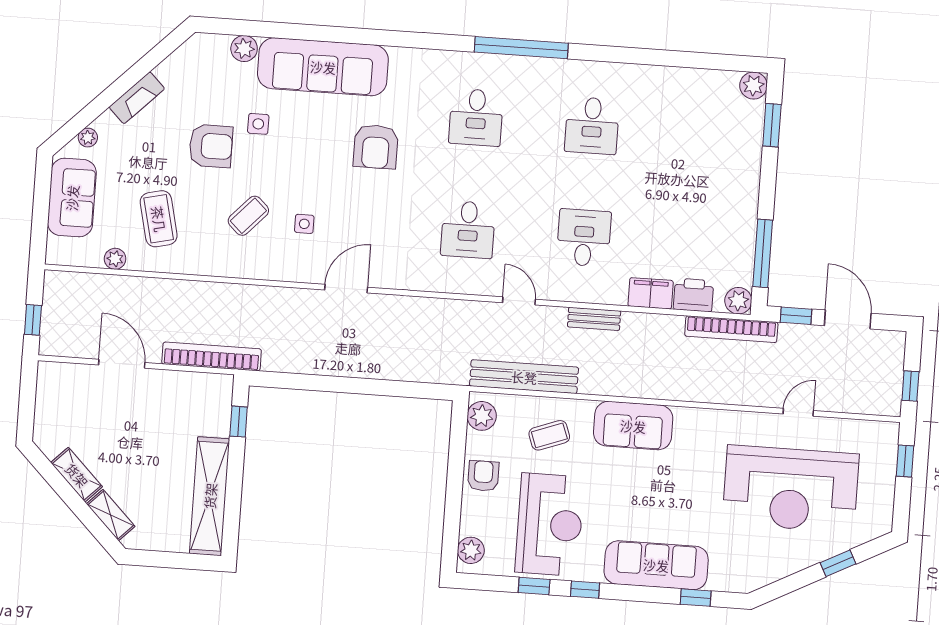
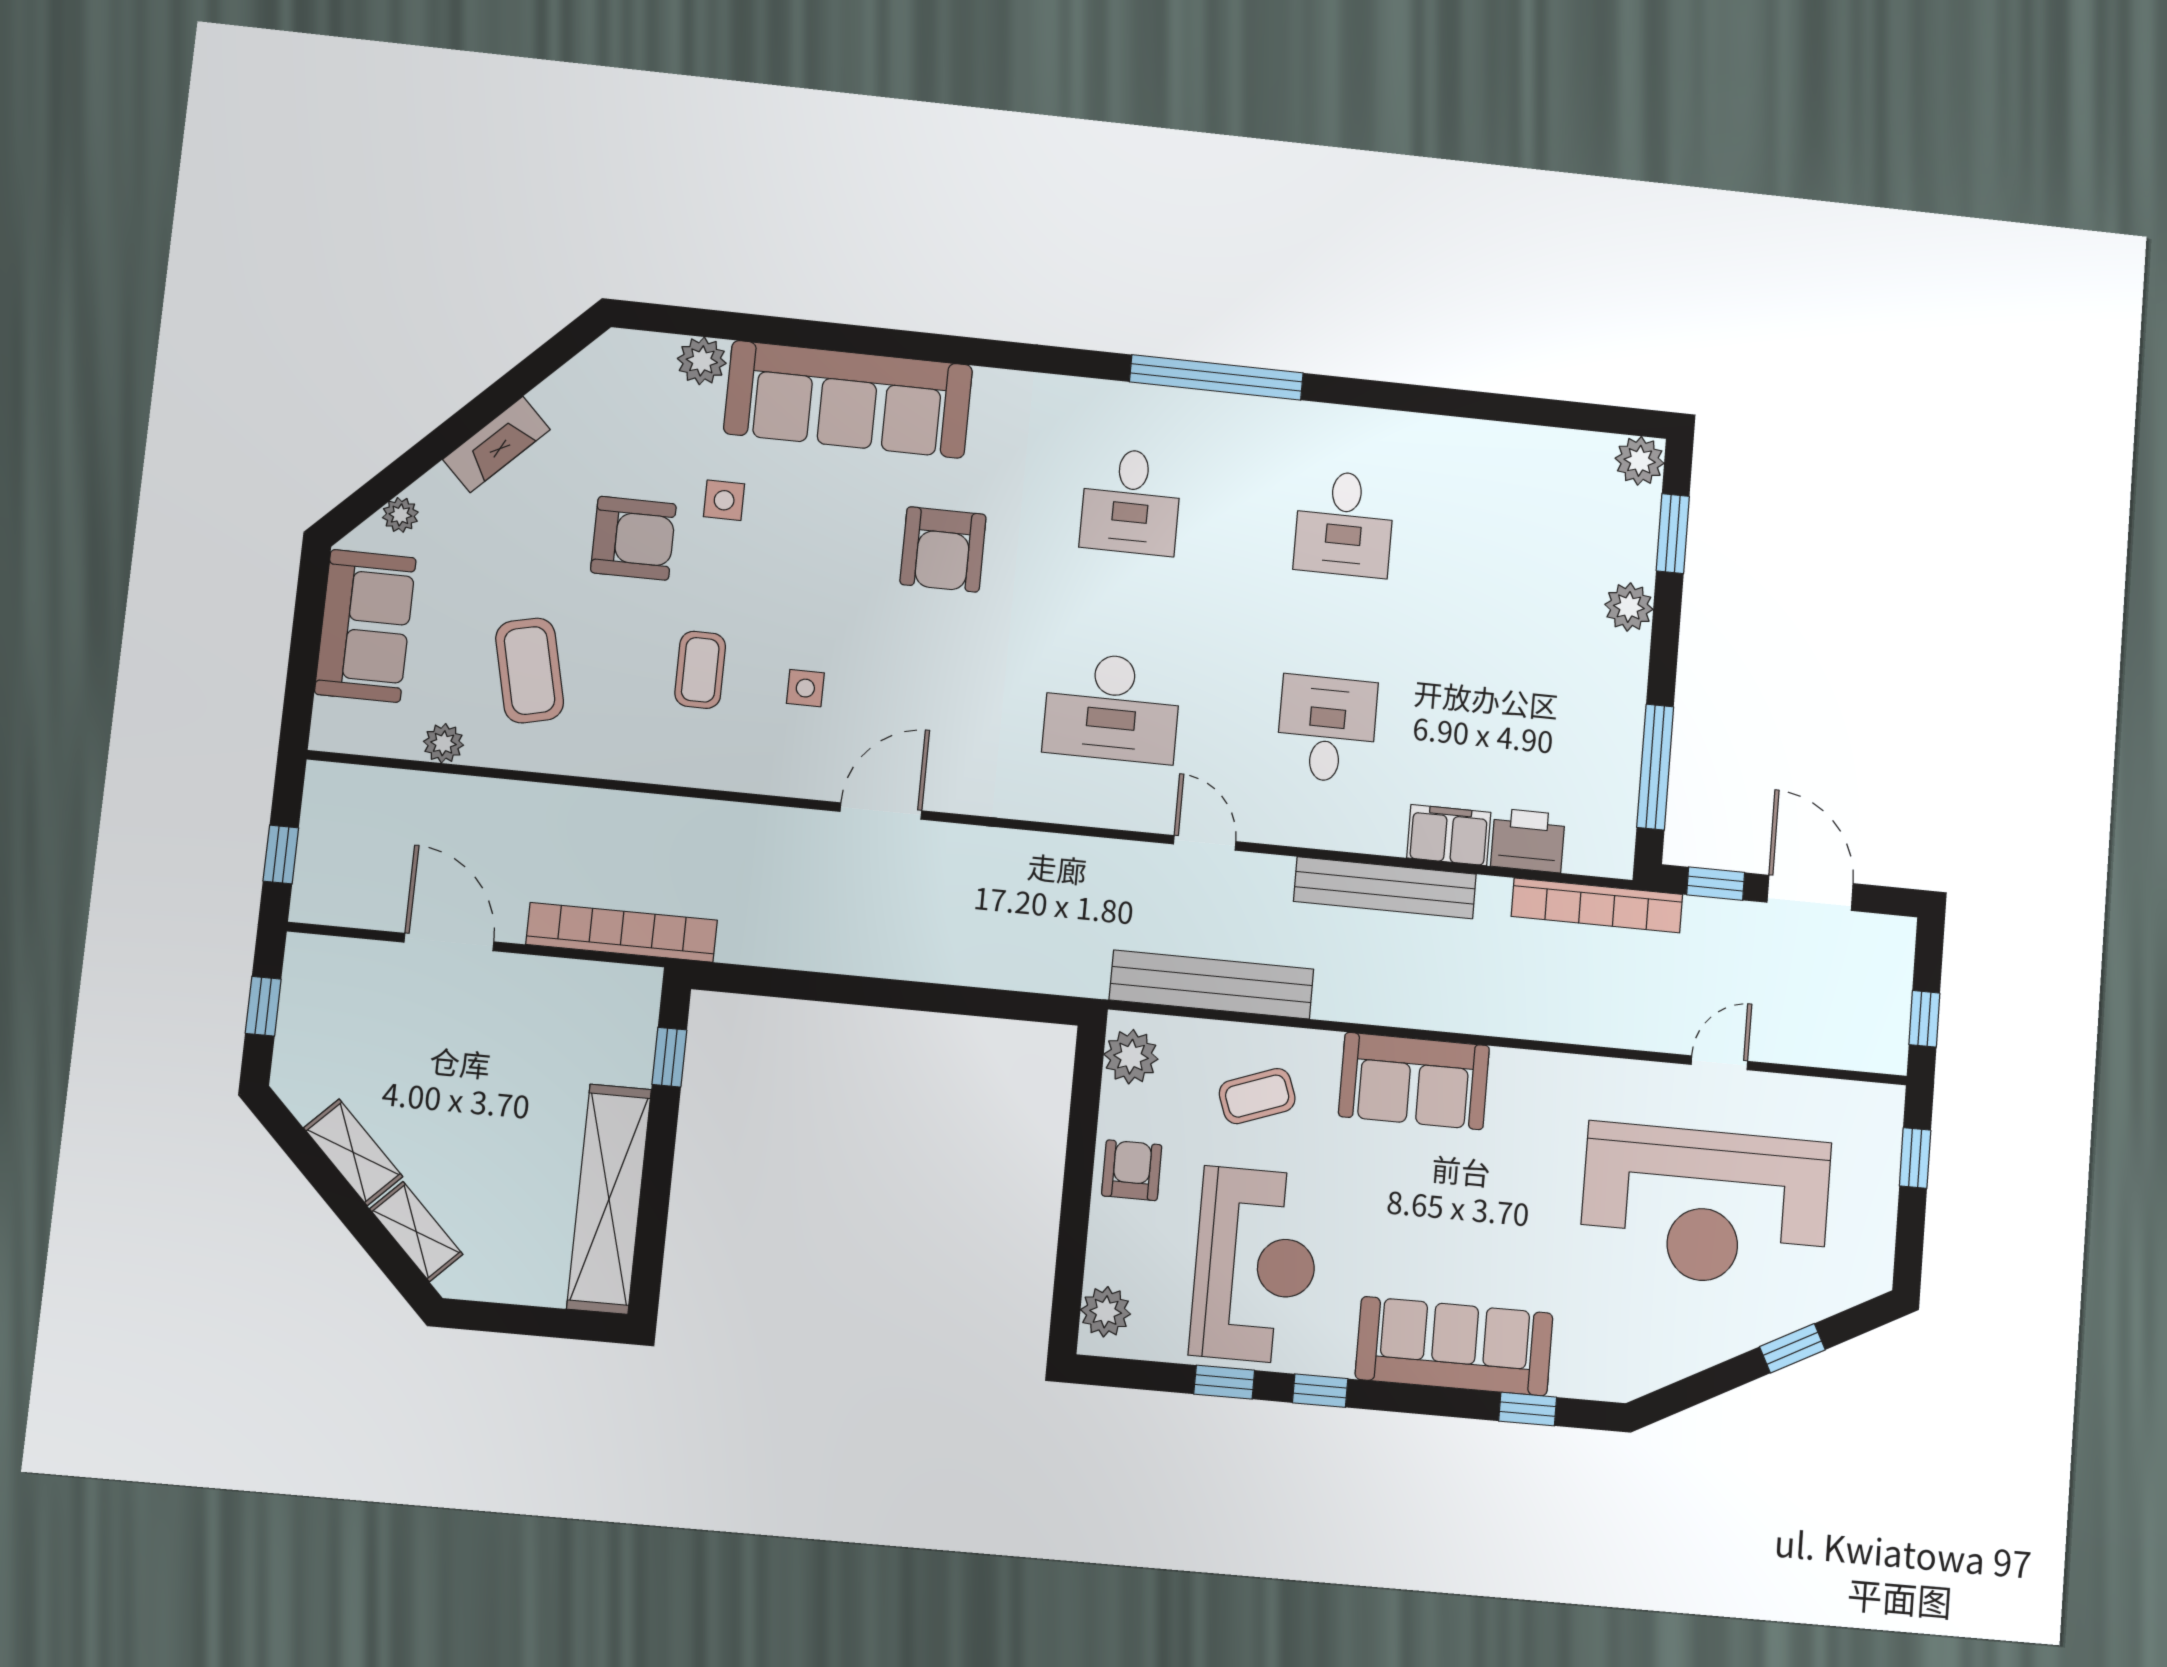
coffee table: (248, 216) -> (700, 670), turned -43
desk: (468, 229) -> (1112, 707), width x1.37
plant: (738, 301) -> (1629, 607), moved
bench: (594, 319) -> (1385, 888), width x1.86, depth x1.21
window: (27, 400) -> (263, 1006), added

